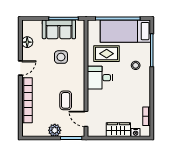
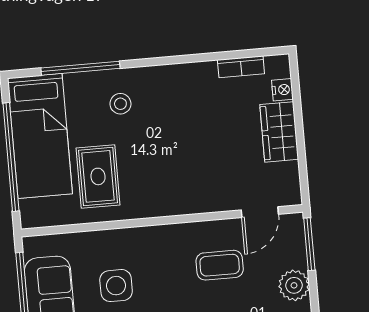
desk: (100, 78) -> (158, 187), removed

